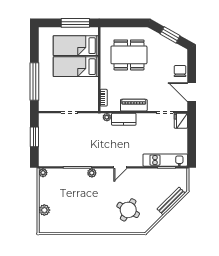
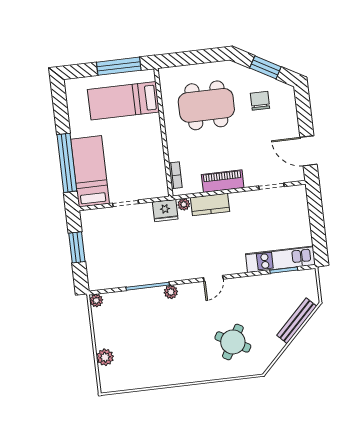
bed: (76, 67) -> (90, 171), moved, turned 90
chair: (180, 71) -> (260, 101), moved
fridge: (181, 121) -> (165, 210), moved, turned -90

